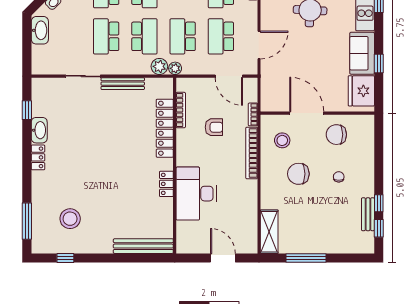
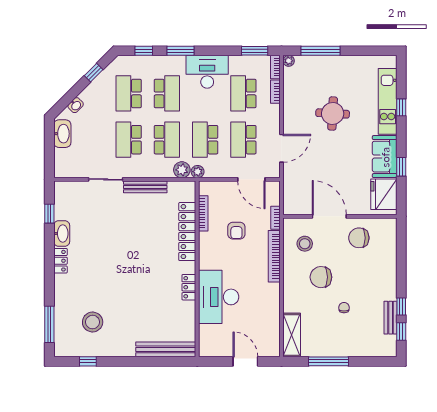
armchair: (214, 127) -> (236, 231), turned 90
chair: (339, 177) -> (344, 308), moved

